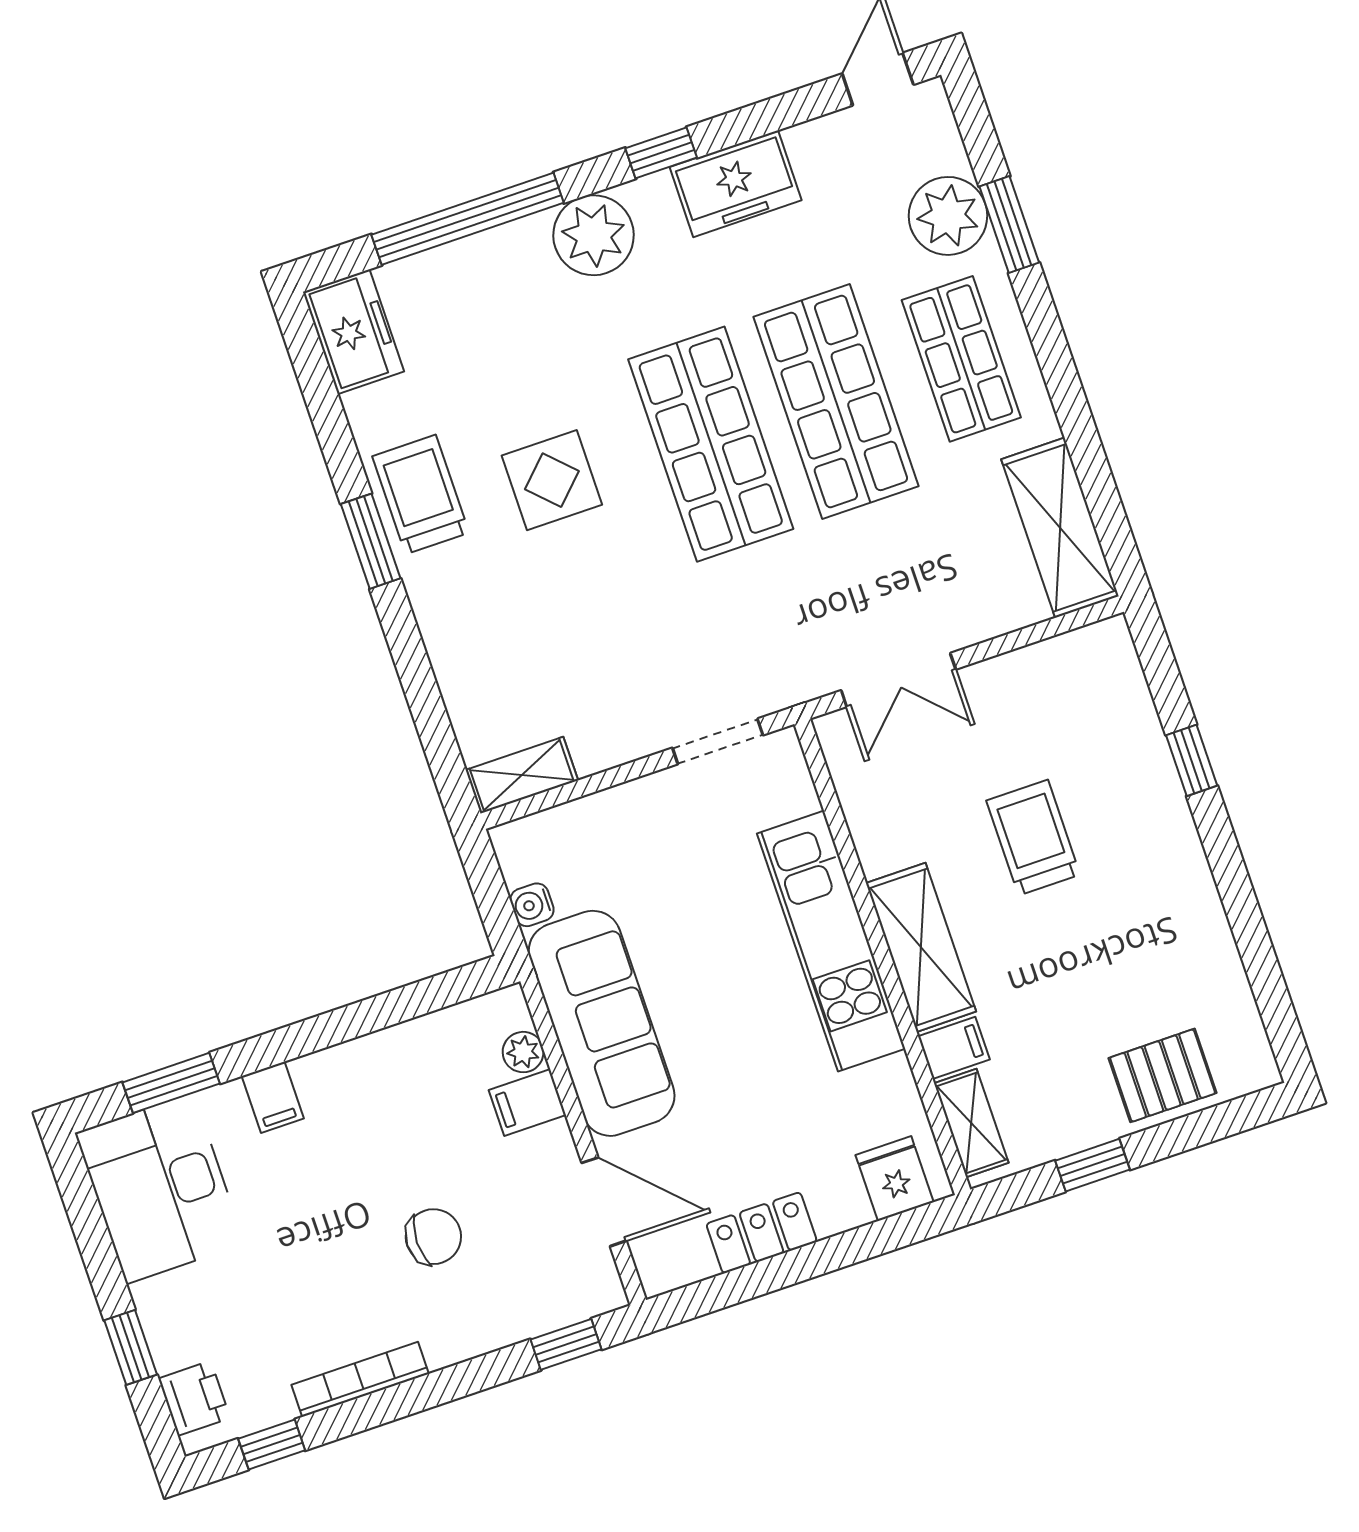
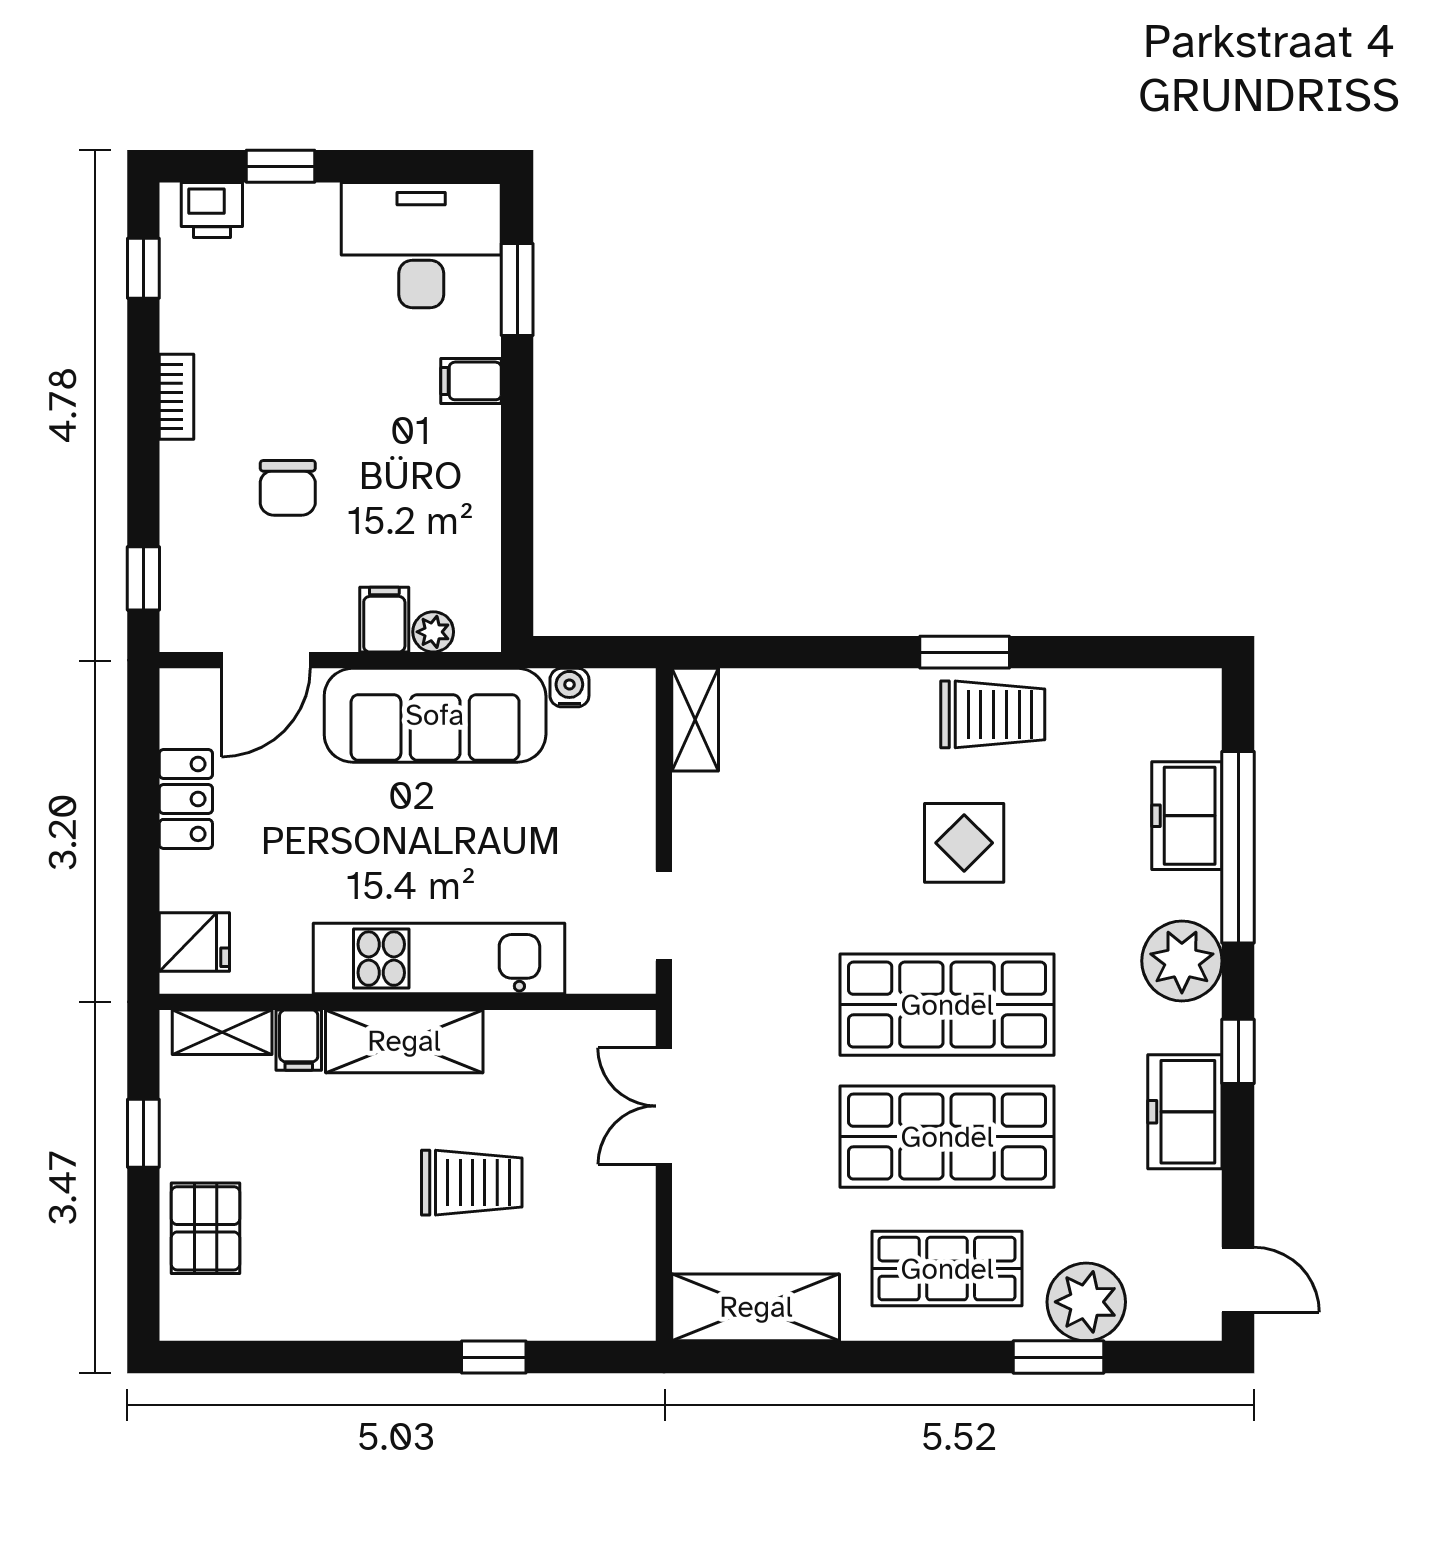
freezer: (353, 332) -> (1187, 816), moved, turned 90
bookcase: (360, 1379) -> (176, 397), width x0.64

